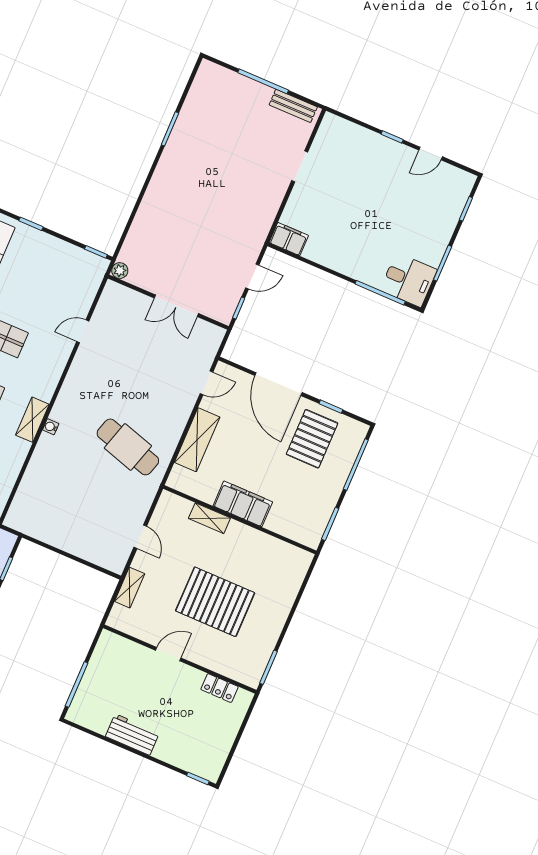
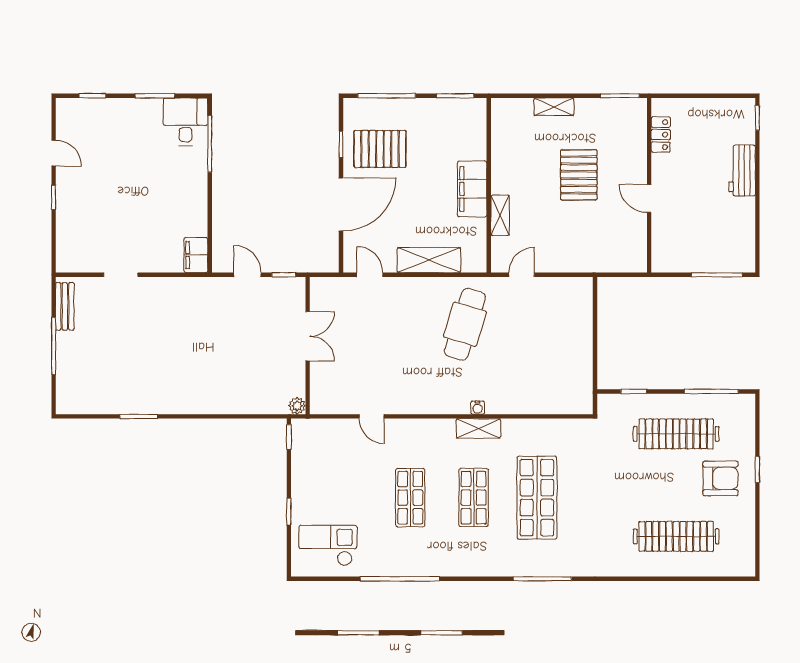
door: (140, 537) -> (522, 275), moved
shelving: (130, 588) -> (554, 107), moved
pallet: (215, 602) -> (579, 175), width x0.73, depth x0.71
workbench: (132, 735) -> (742, 171), moved

